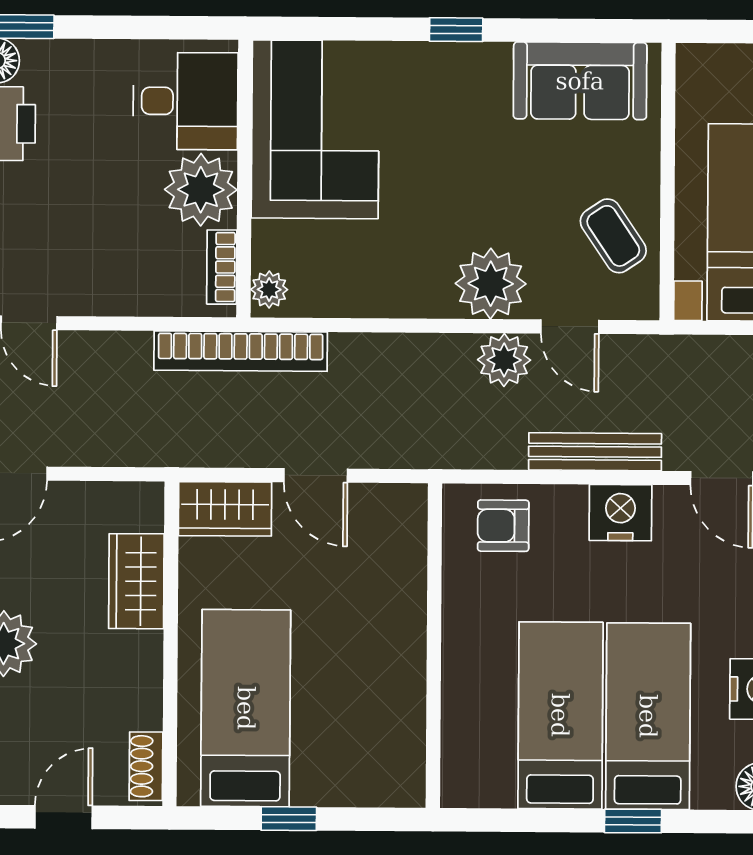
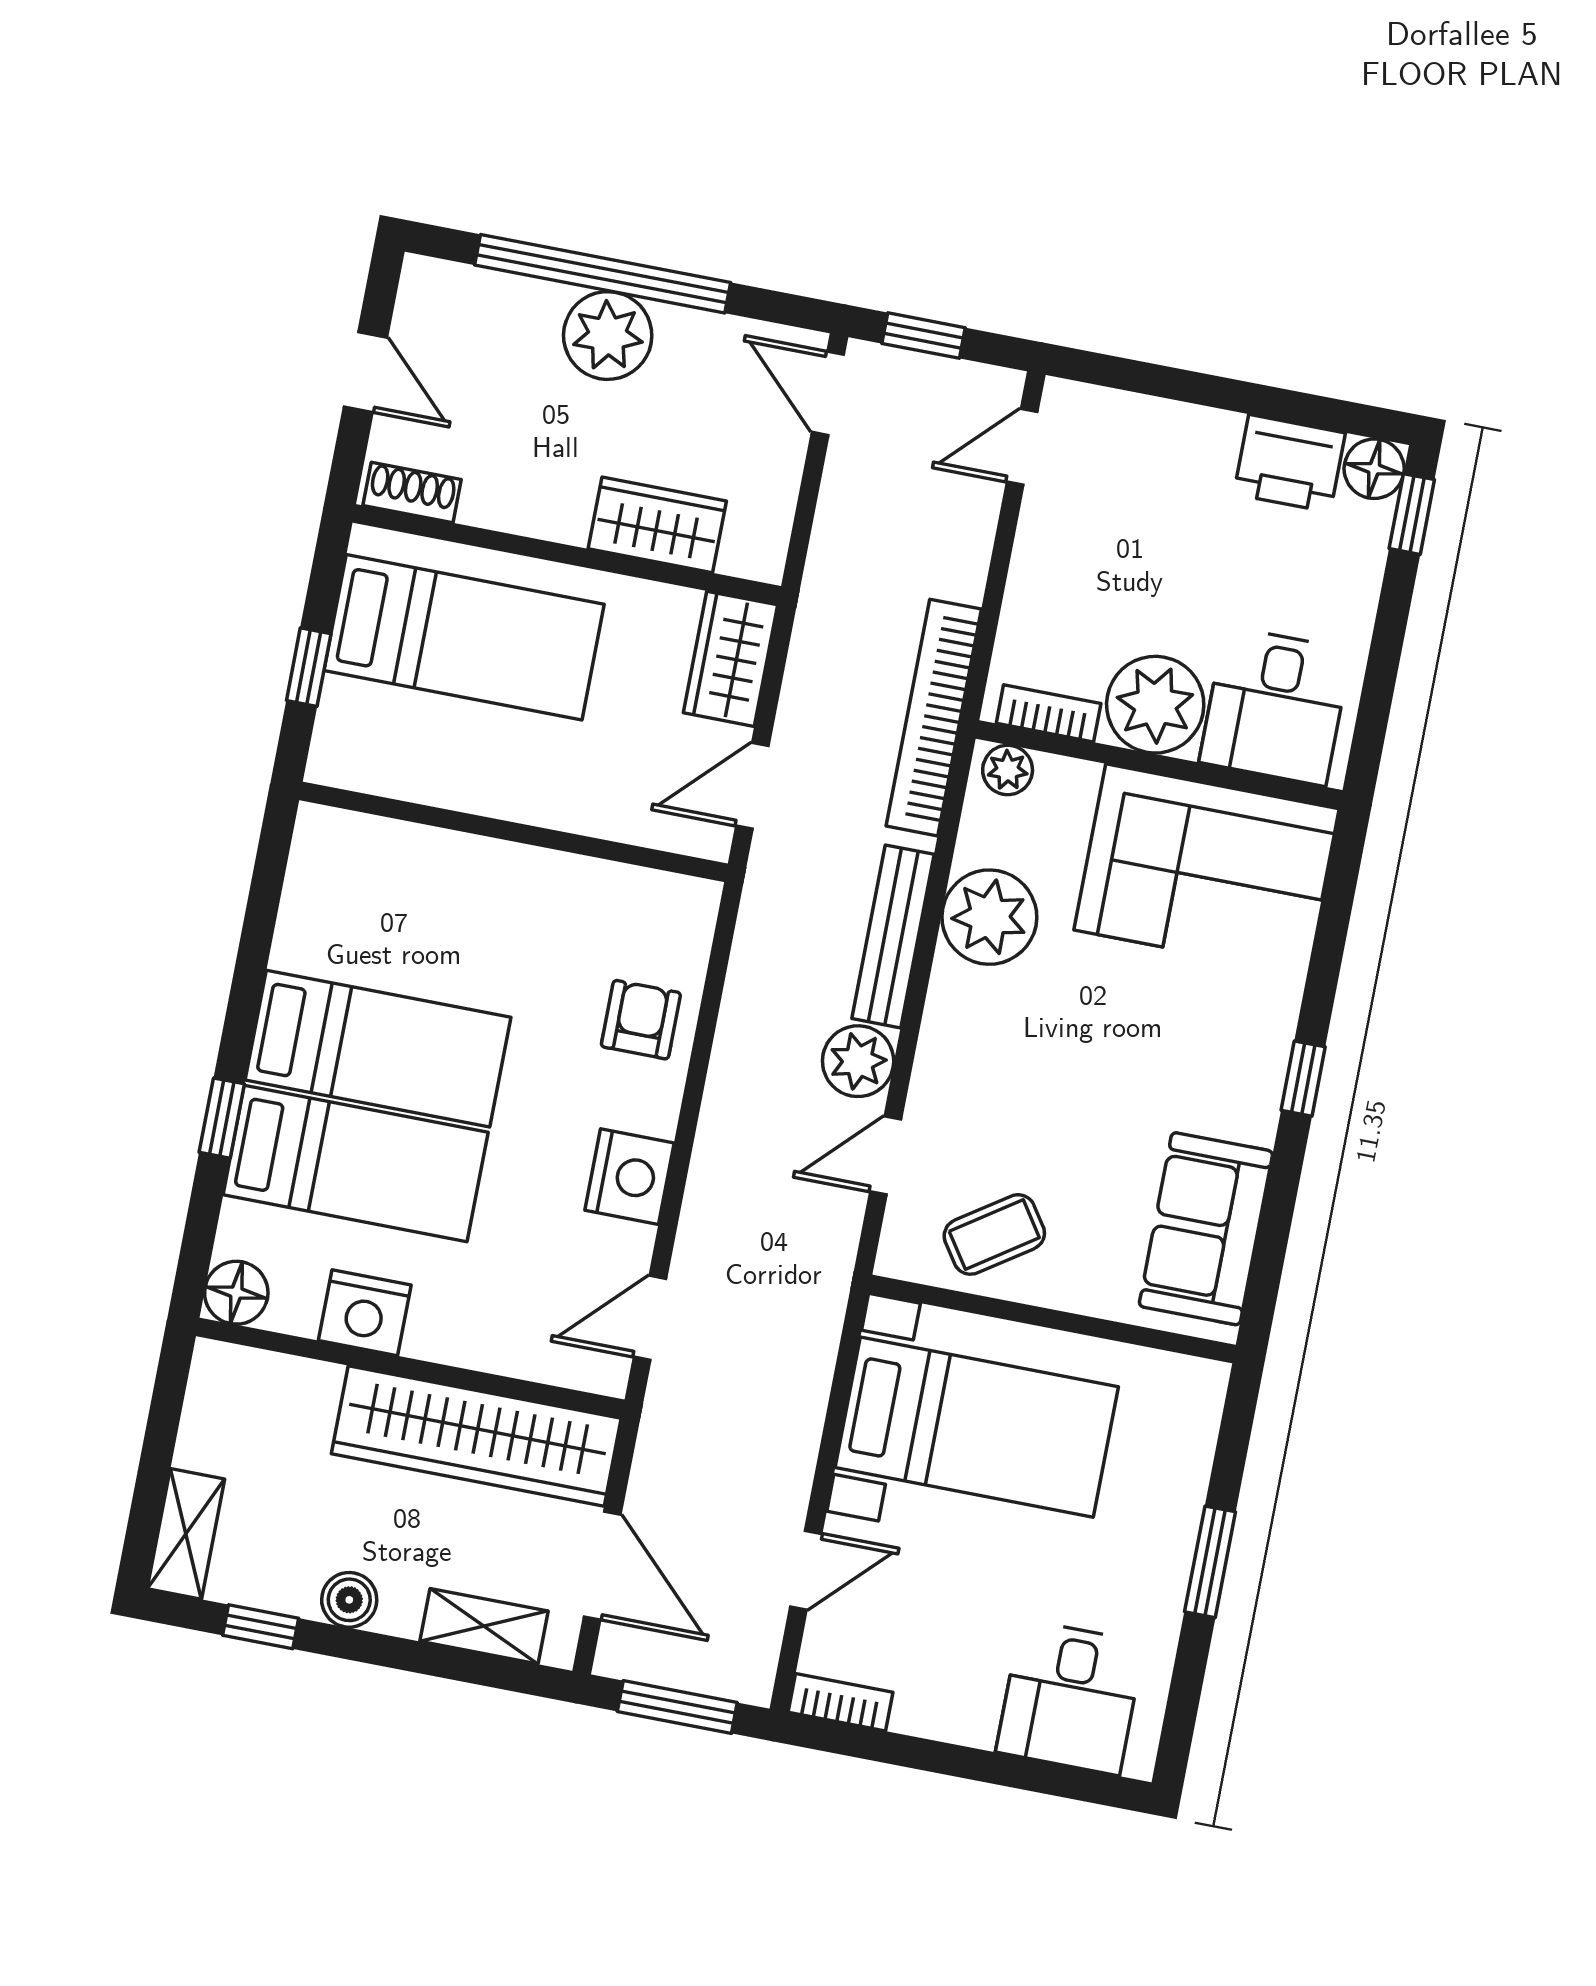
plant: (491, 284) -> (989, 917), moved
bench: (595, 452) -> (893, 936), moved
wall: (434, 646) -> (513, 832), moved

